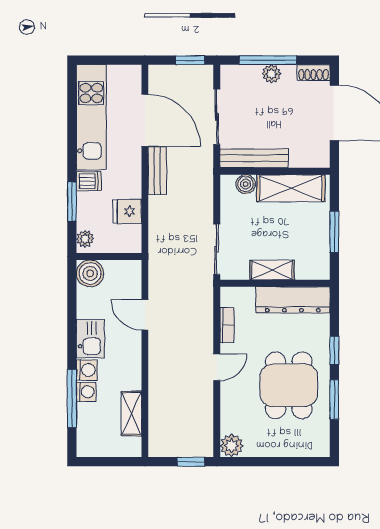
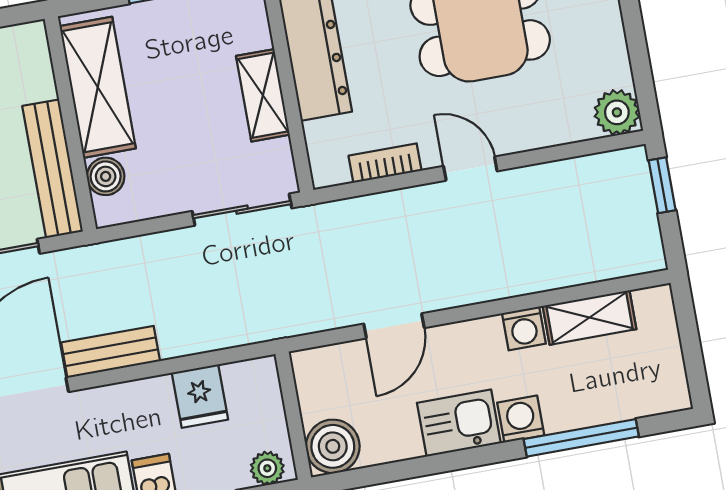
washing machine: (86, 392) -> (524, 328), moved, turned 180

